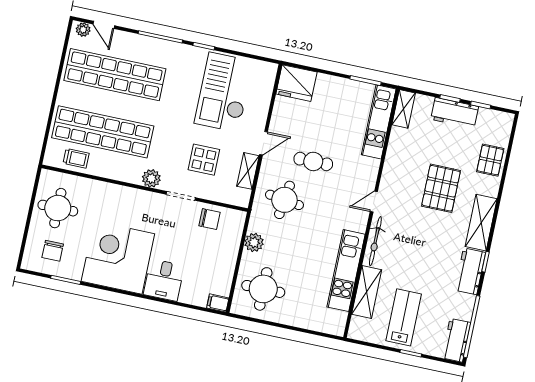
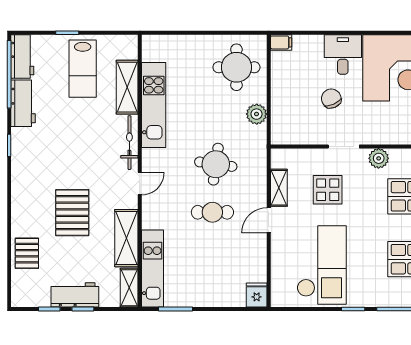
fridge: (296, 83) -> (257, 295), width x0.53, depth x0.75
round table: (284, 200) -> (216, 164), moved
chair: (209, 219) -> (331, 99), moved, turned 67
shelving: (481, 223) -> (126, 238), moved
workbench: (470, 271) -> (23, 103), moved

